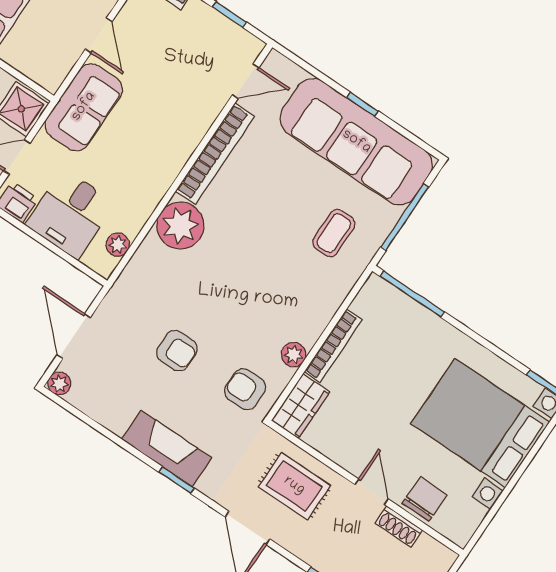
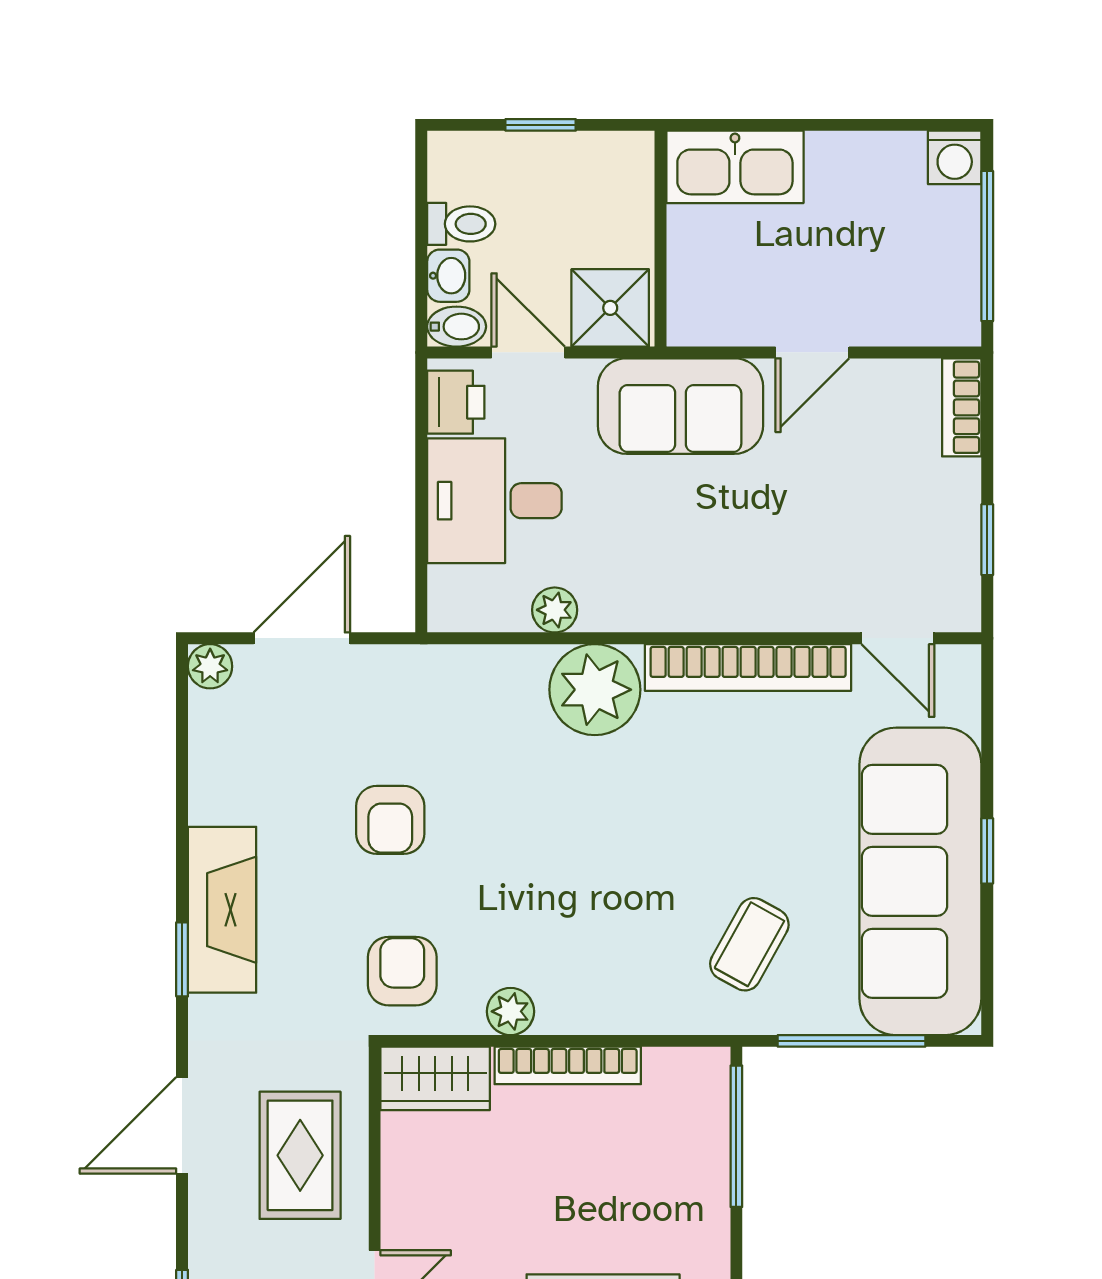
coffee table: (334, 233) -> (749, 944), turned -61
plant: (118, 245) -> (555, 610), moved

